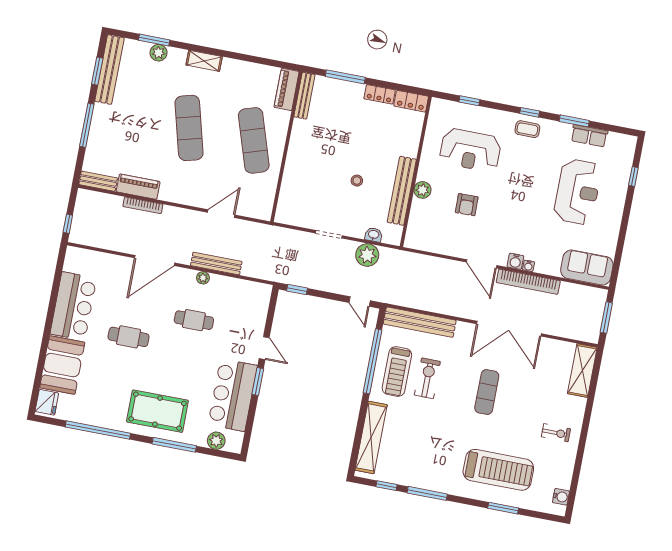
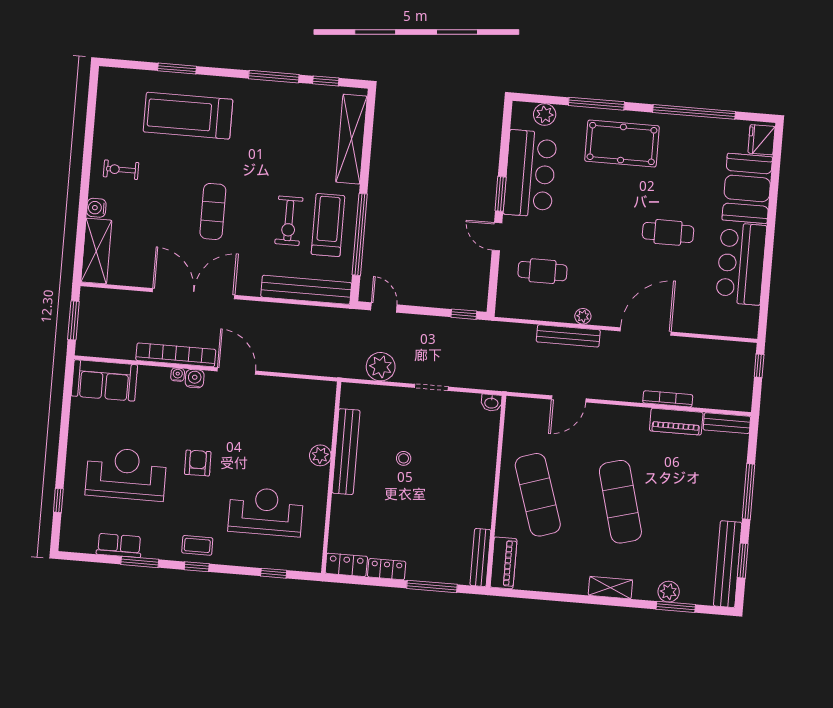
reception desk: (578, 192) -> (126, 474), turned 90
armchair: (467, 205) -> (198, 463), moved
washbasin: (374, 235) -> (491, 403), moved
cafe table: (194, 320) -> (542, 271), moved
water cooler: (561, 497) -> (96, 208), moved

